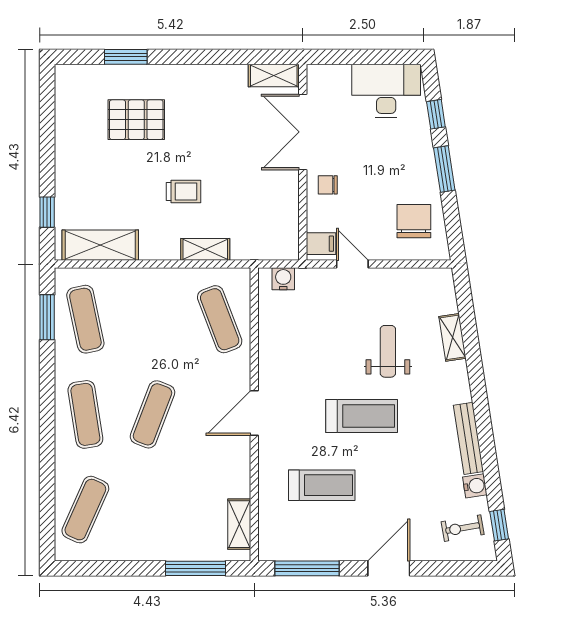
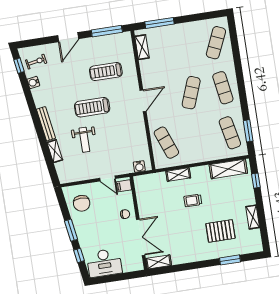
shelving: (65, 138) -> (253, 217), added
bench: (468, 438) -> (46, 124), moved

